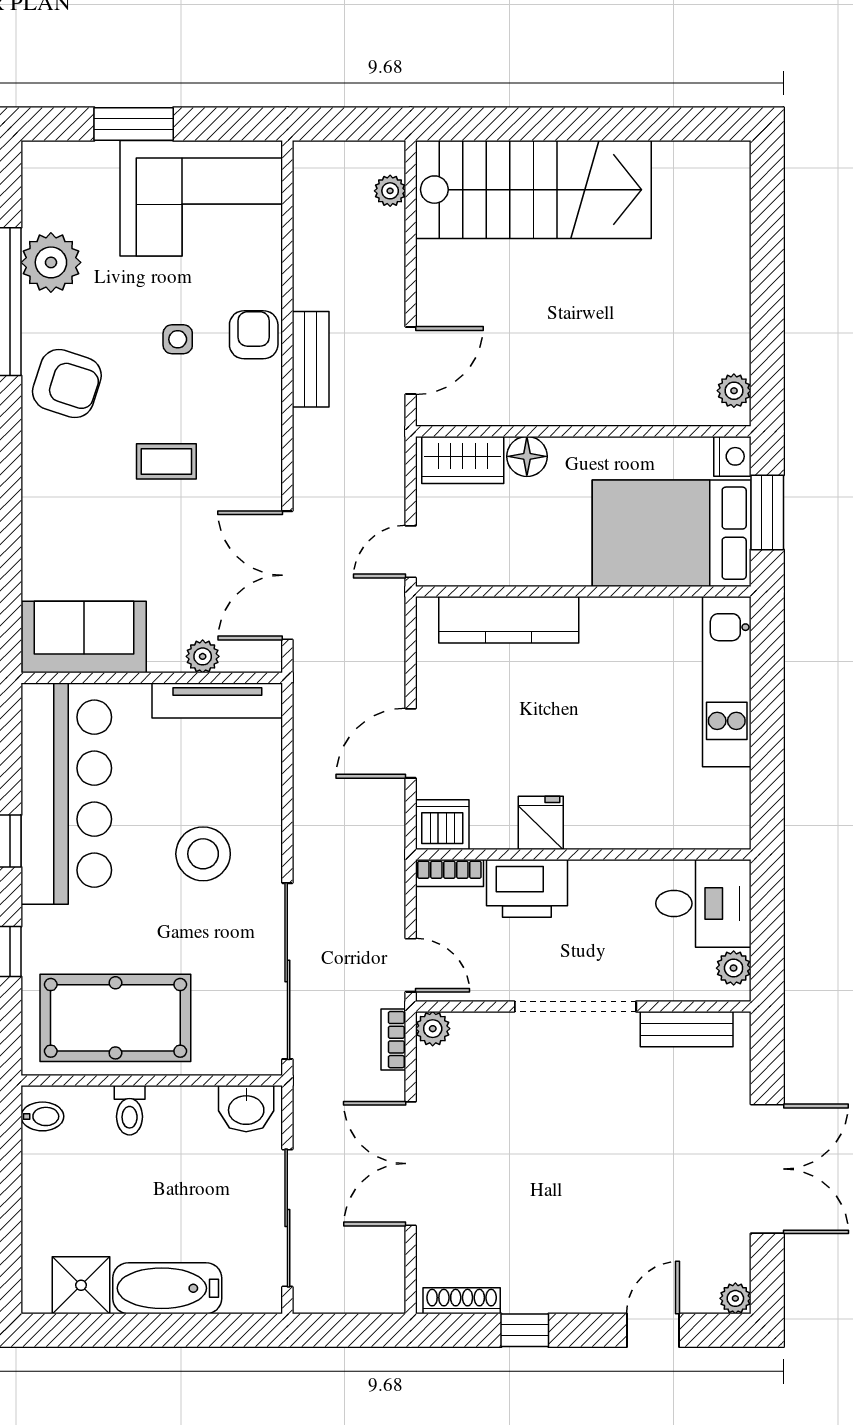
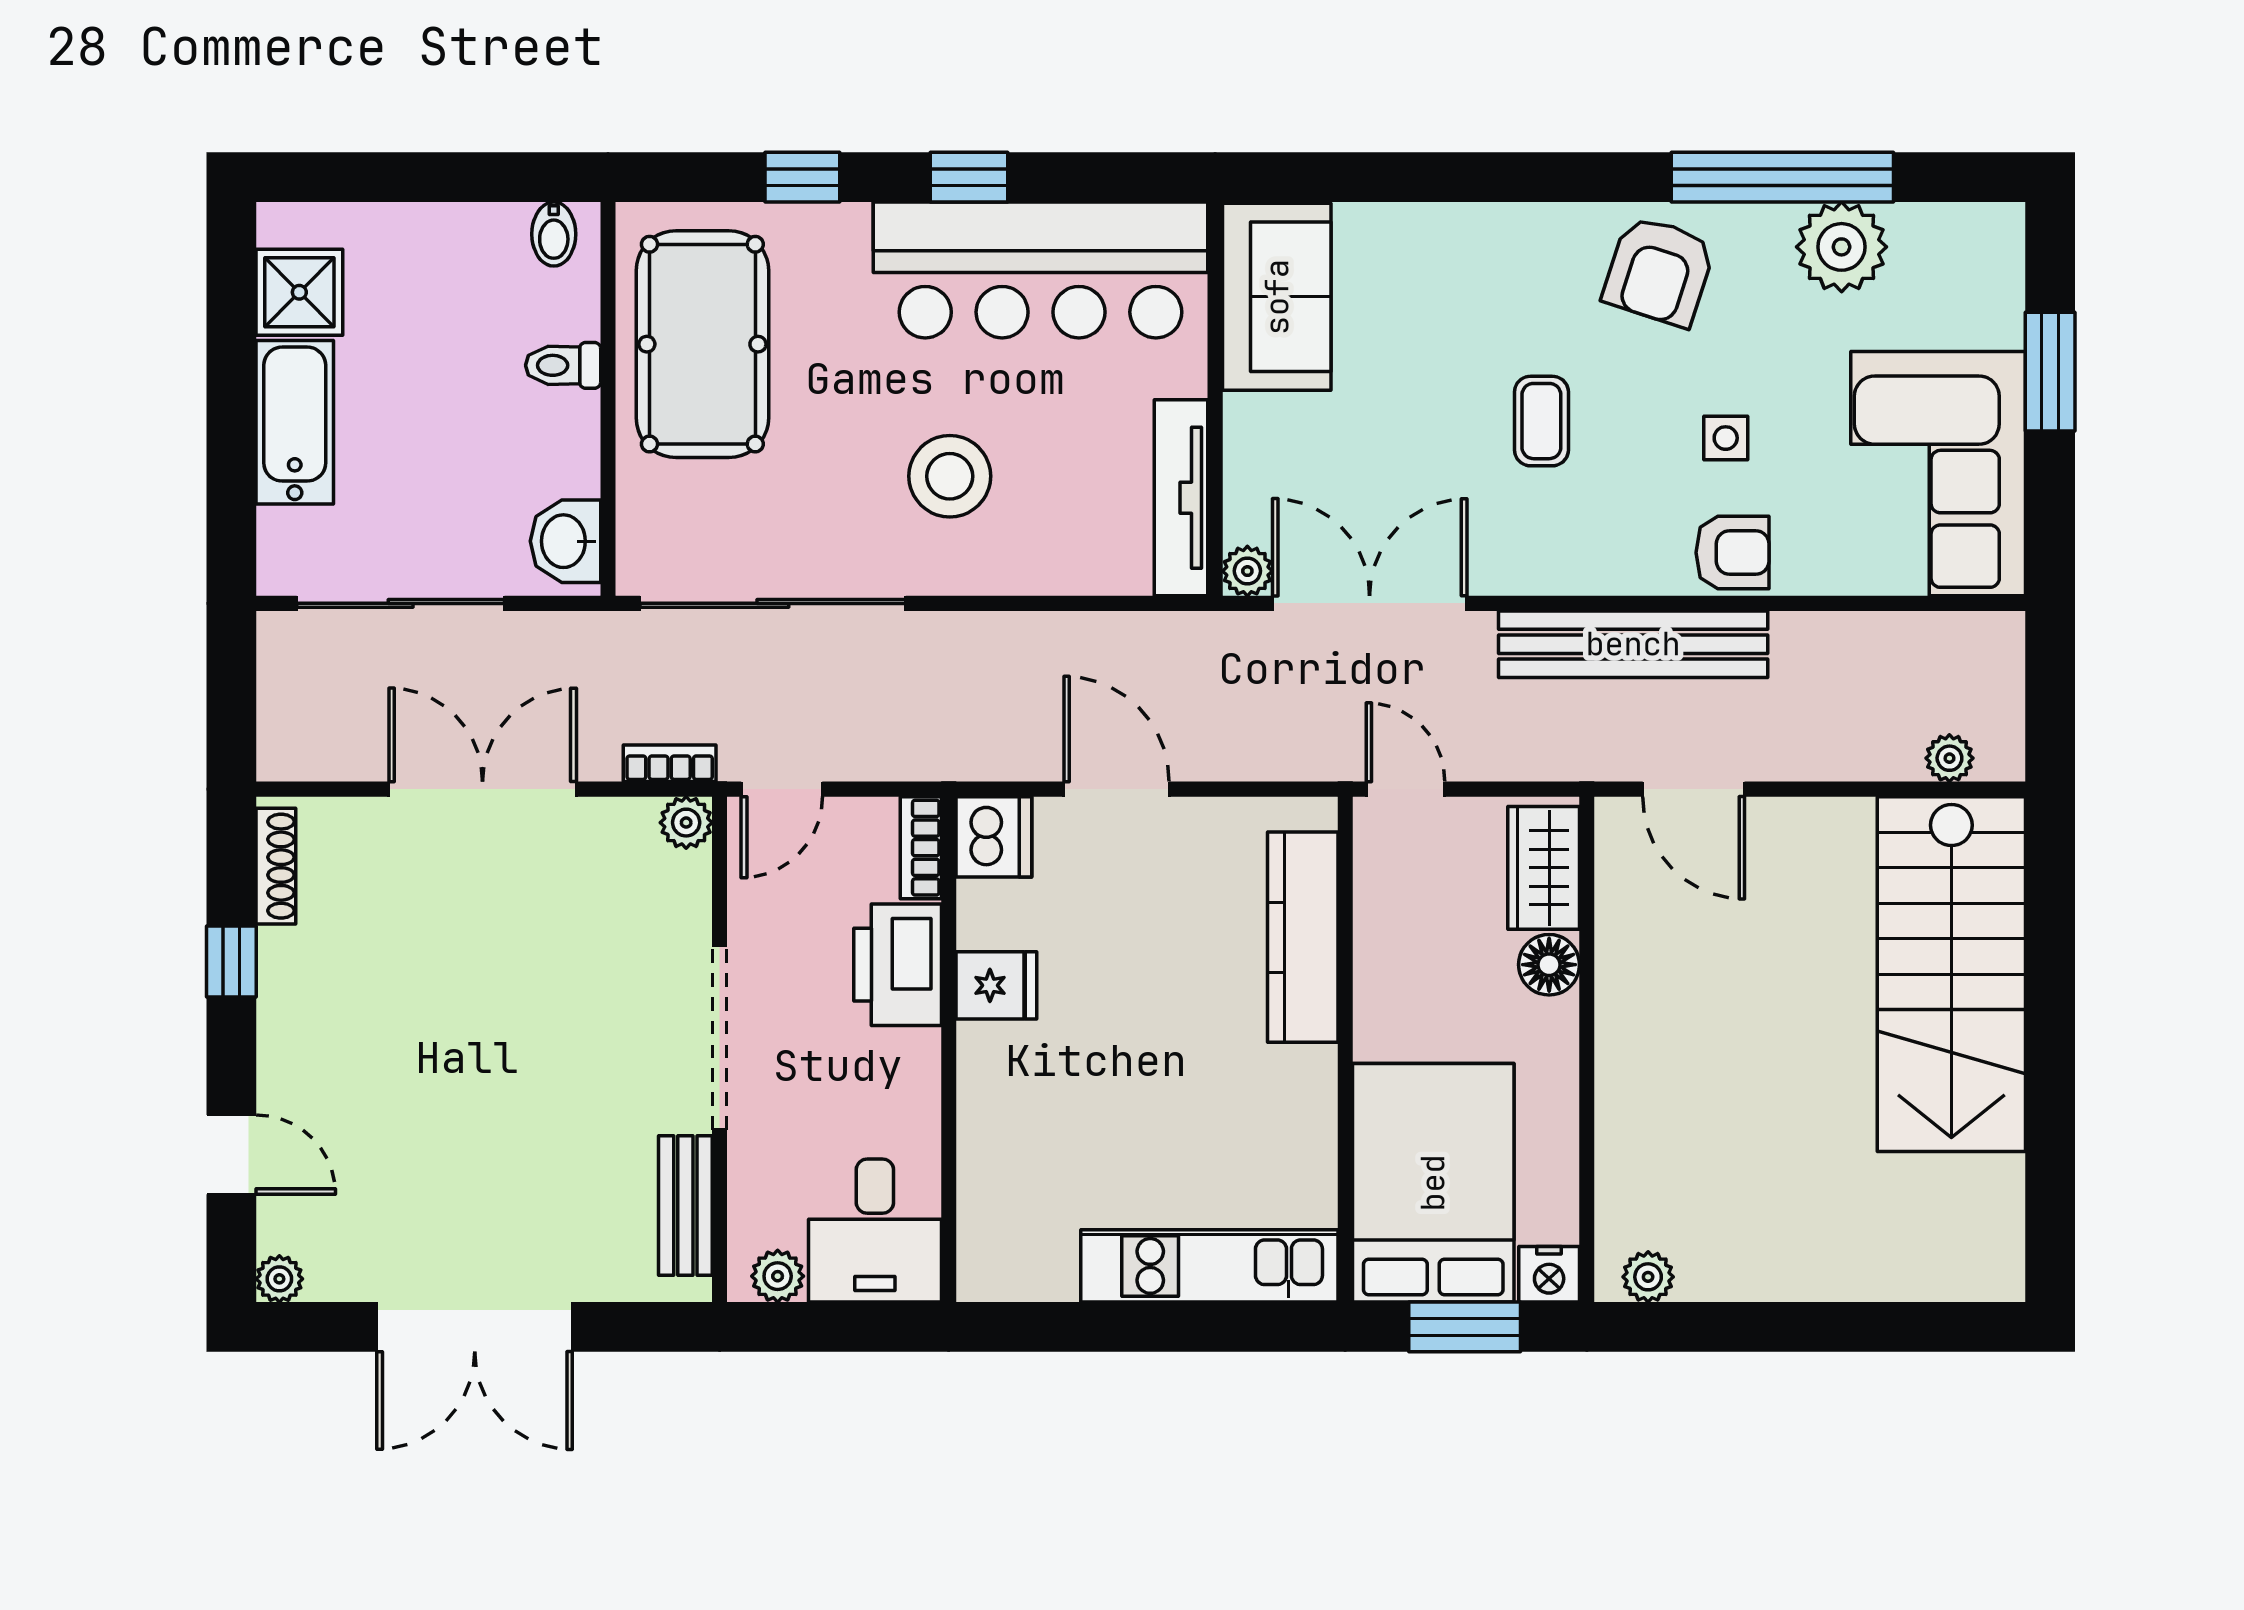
bench: (311, 359) -> (1633, 644), width x1.86, depth x1.21
plant: (203, 656) -> (1247, 571), moved

